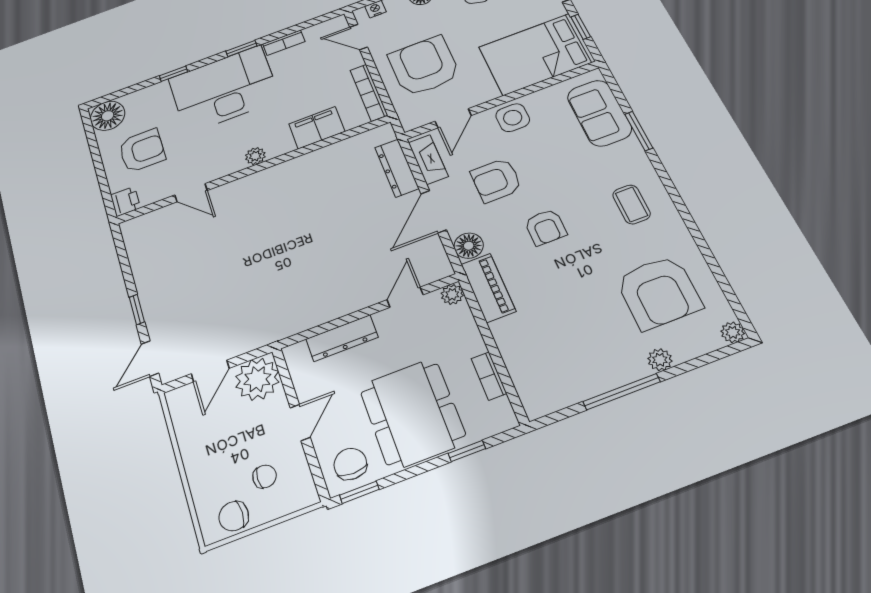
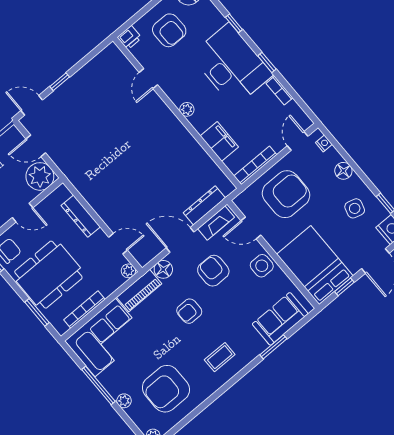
corner sofa: (545, 358) -> (105, 337), added
bookcase: (489, 376) -> (84, 310), width x1.56
window: (467, 451) -> (37, 312), width x1.50

